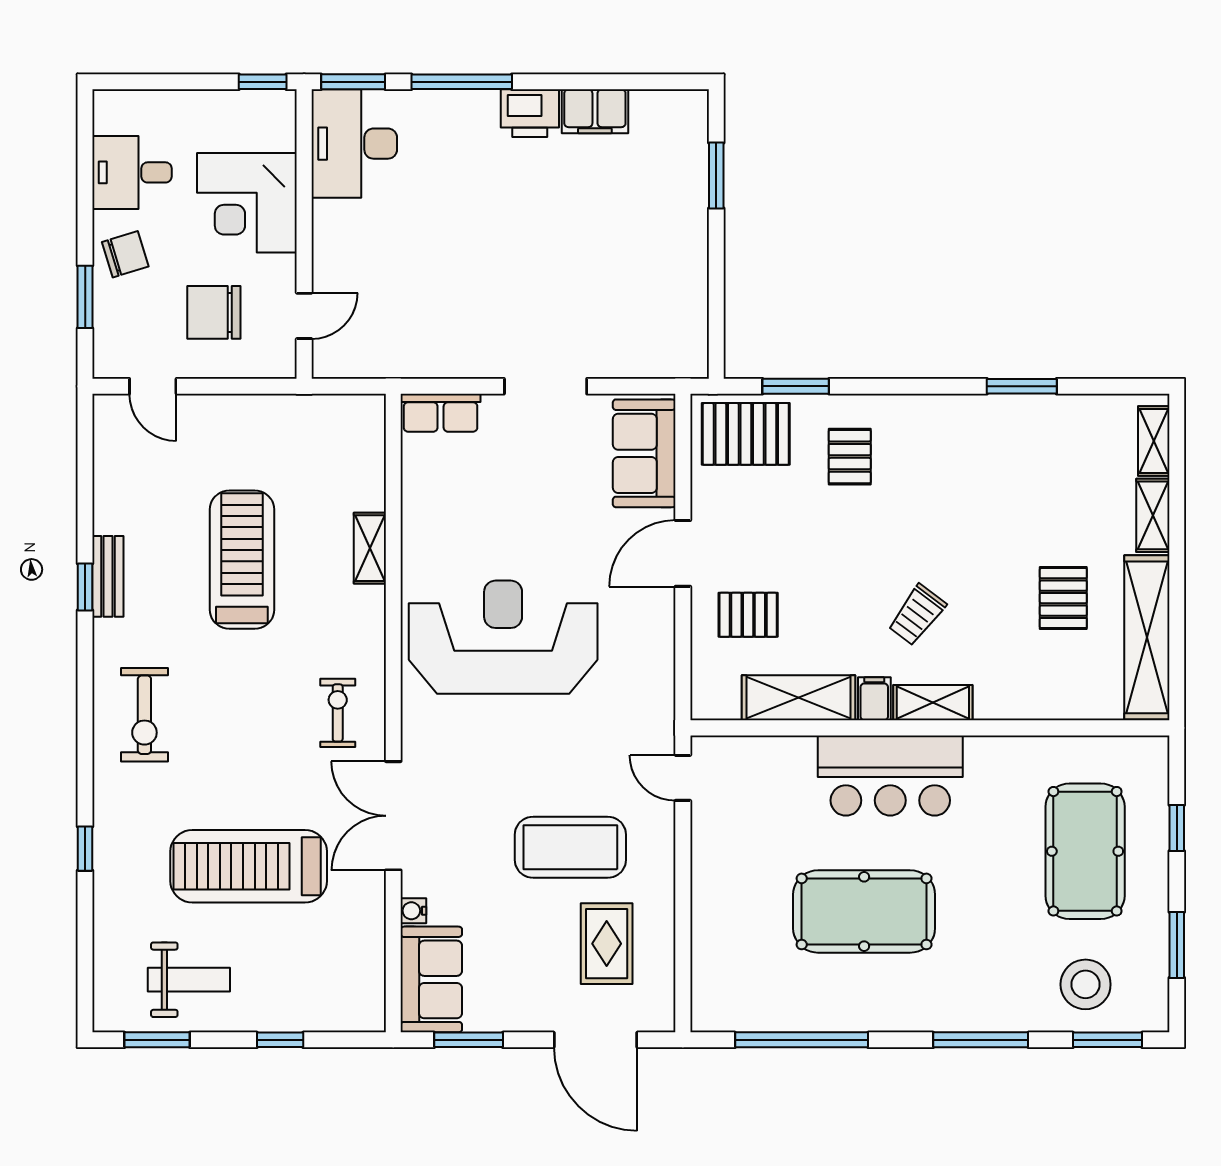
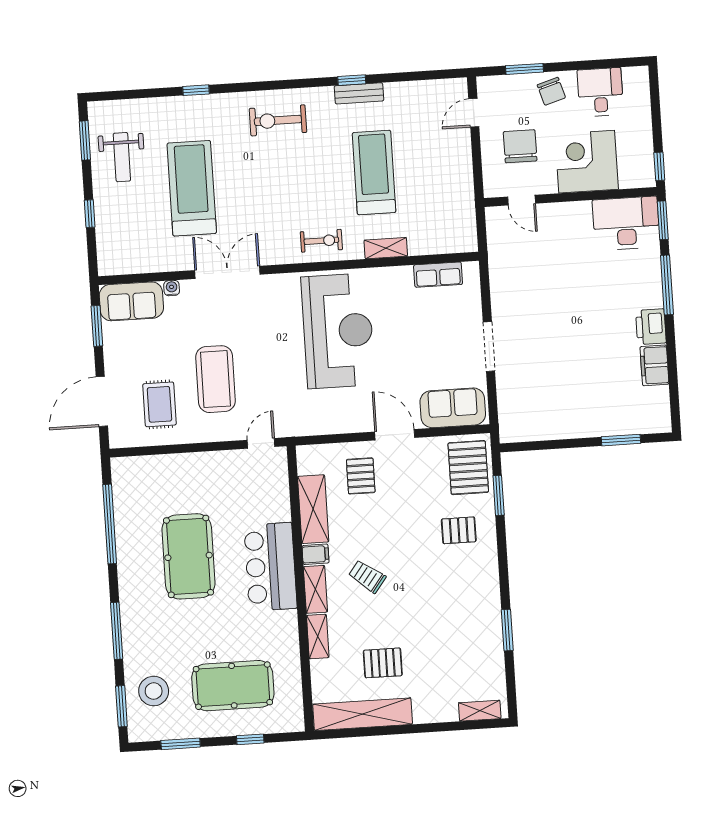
row of seats: (441, 413) -> (438, 275), moved, turned -90
shelving: (1153, 515) -> (318, 636), moved, turned 90
treadmill: (242, 560) -> (374, 172), turned -90
exercise bike: (338, 713) -> (321, 241), moved
rug: (607, 944) -> (159, 404), turned 90

